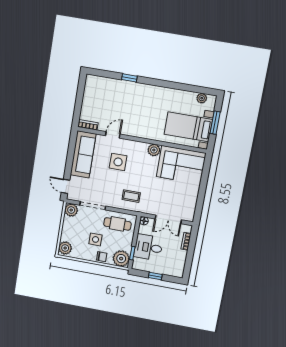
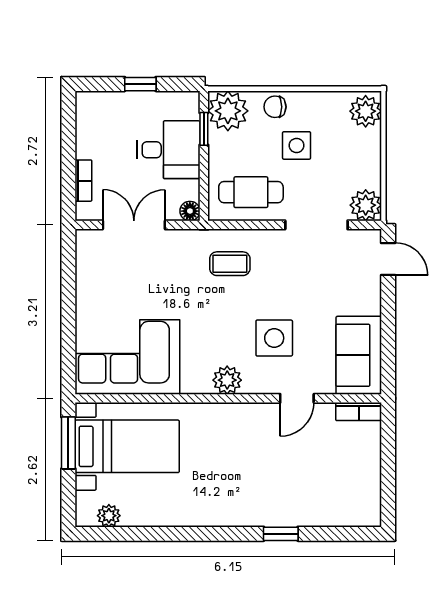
window: (215, 123) -> (68, 443), moved
plant: (154, 150) -> (227, 380), moved
sofa: (83, 154) -> (359, 355), width x0.73

